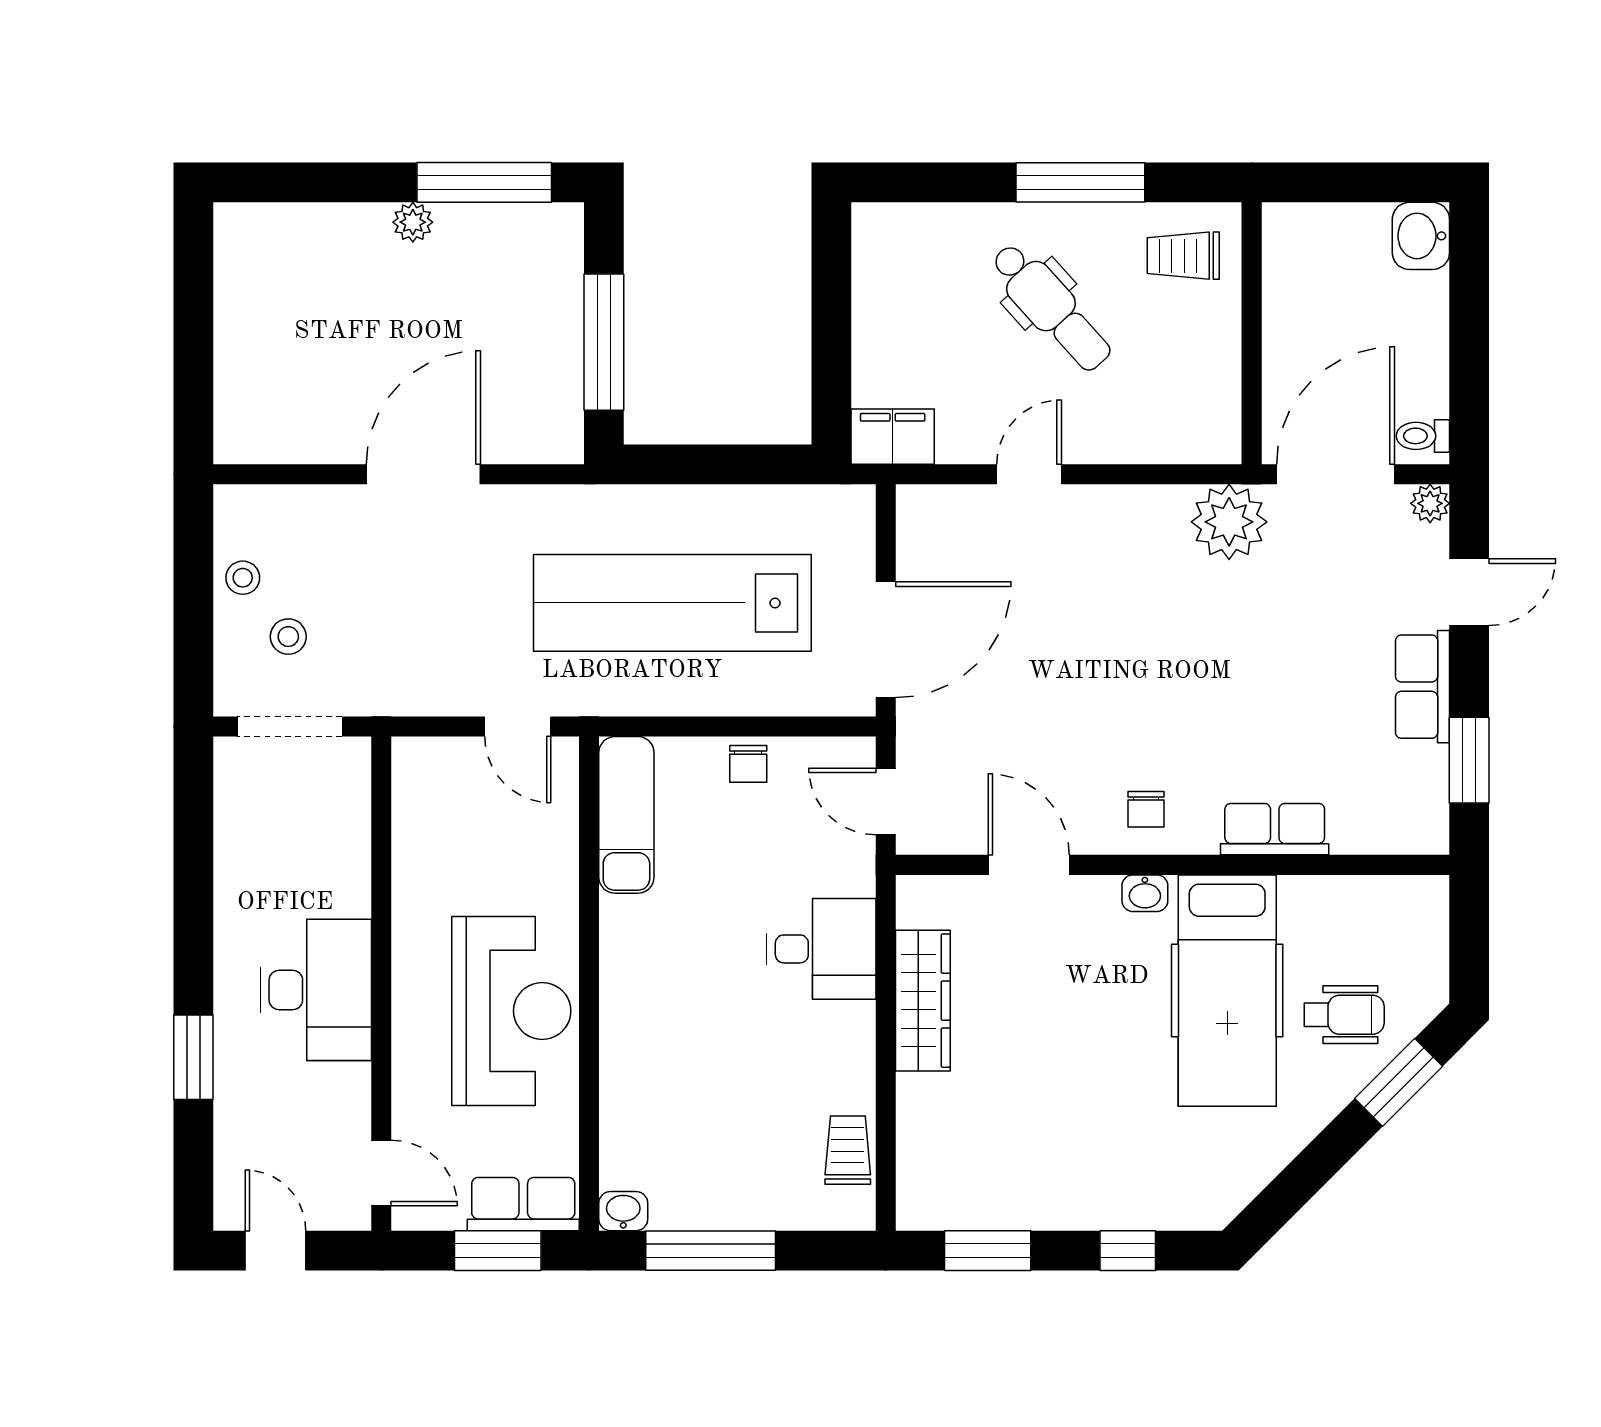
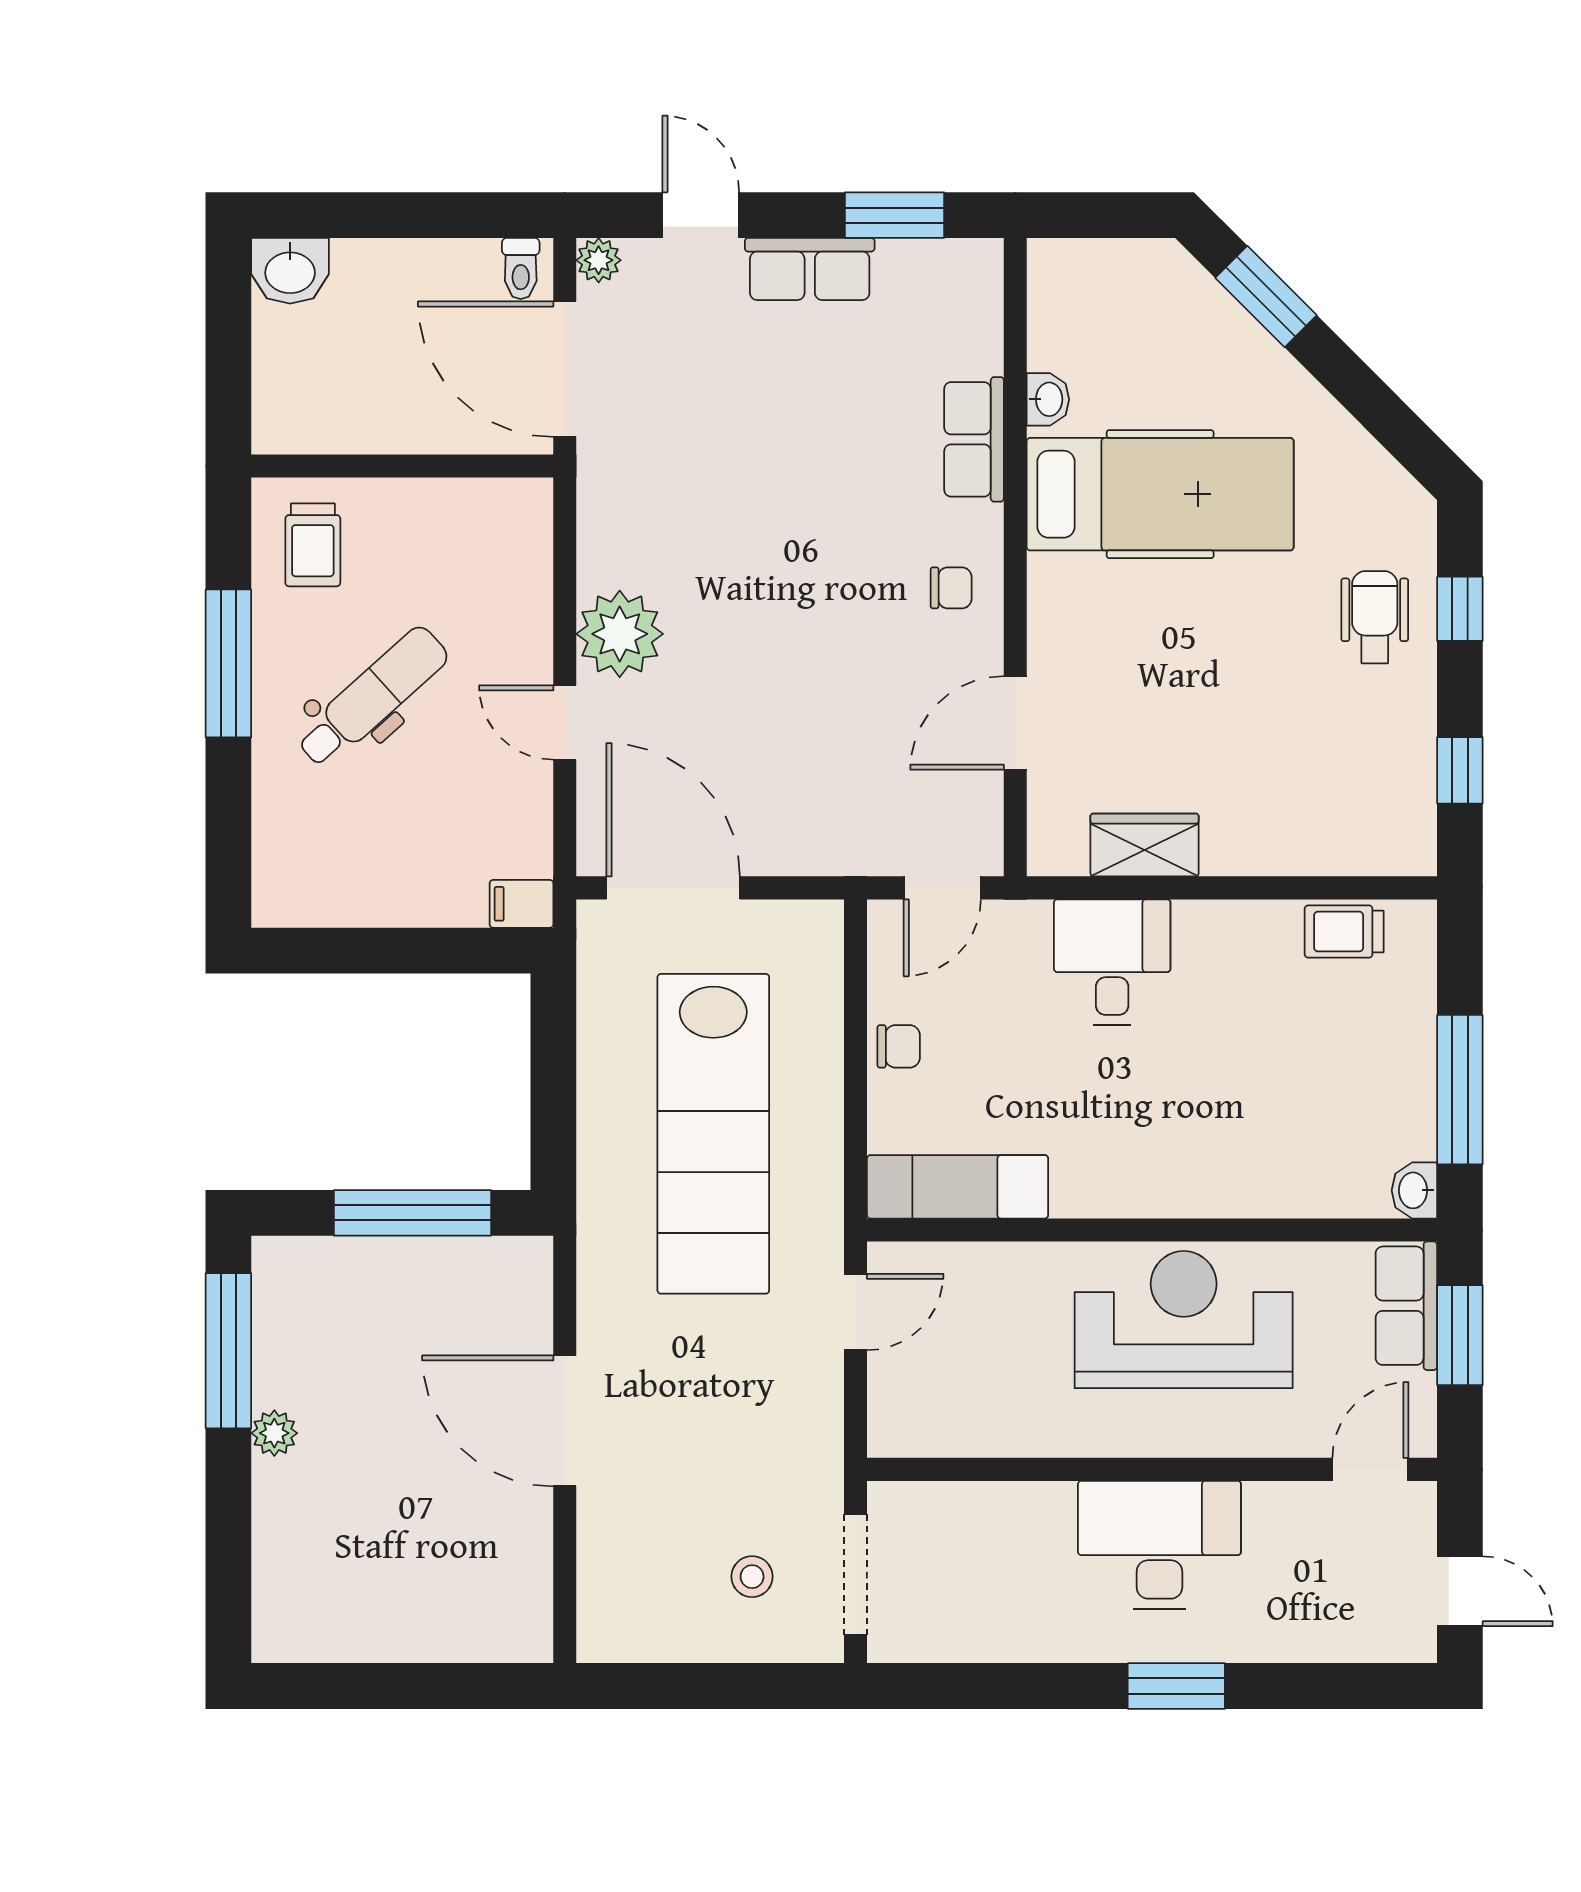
filing cabinet: (893, 437) -> (522, 904), width x0.50
plant: (1229, 522) -> (620, 634), moved
stool: (243, 578) -> (684, 1629), removed
door: (886, 640) -> (673, 888), moved
washbasin: (1145, 893) -> (1048, 399), moved
wardrobe: (923, 1001) -> (1145, 845), width x0.67
wheelchair: (1344, 1015) -> (1375, 617), moved
window: (193, 1057) -> (1176, 1686), moved
door: (276, 1251) -> (1460, 1591), swing flipped
window: (988, 1251) -> (1460, 770), width x0.67

